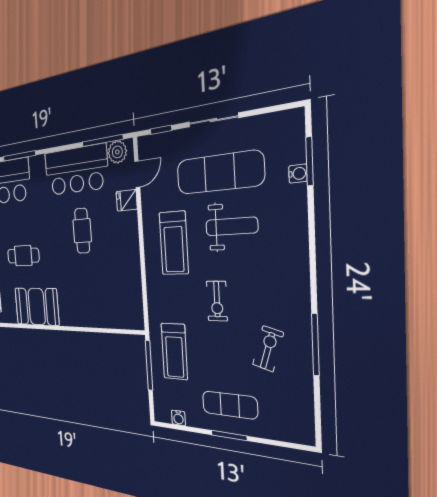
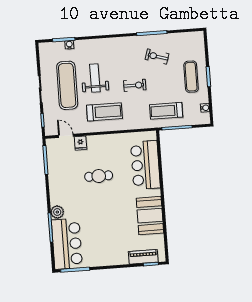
plant: (117, 152) -> (57, 212), moved
bar counter: (76, 170) -> (145, 165), moved, turned 180
cafe table: (23, 256) -> (116, 227), removed
treadmill: (174, 351) -> (166, 111), turned 180

